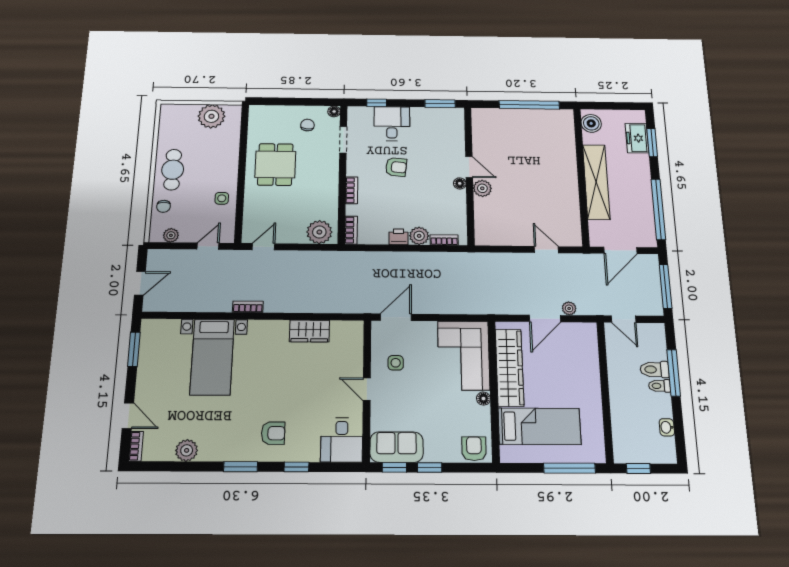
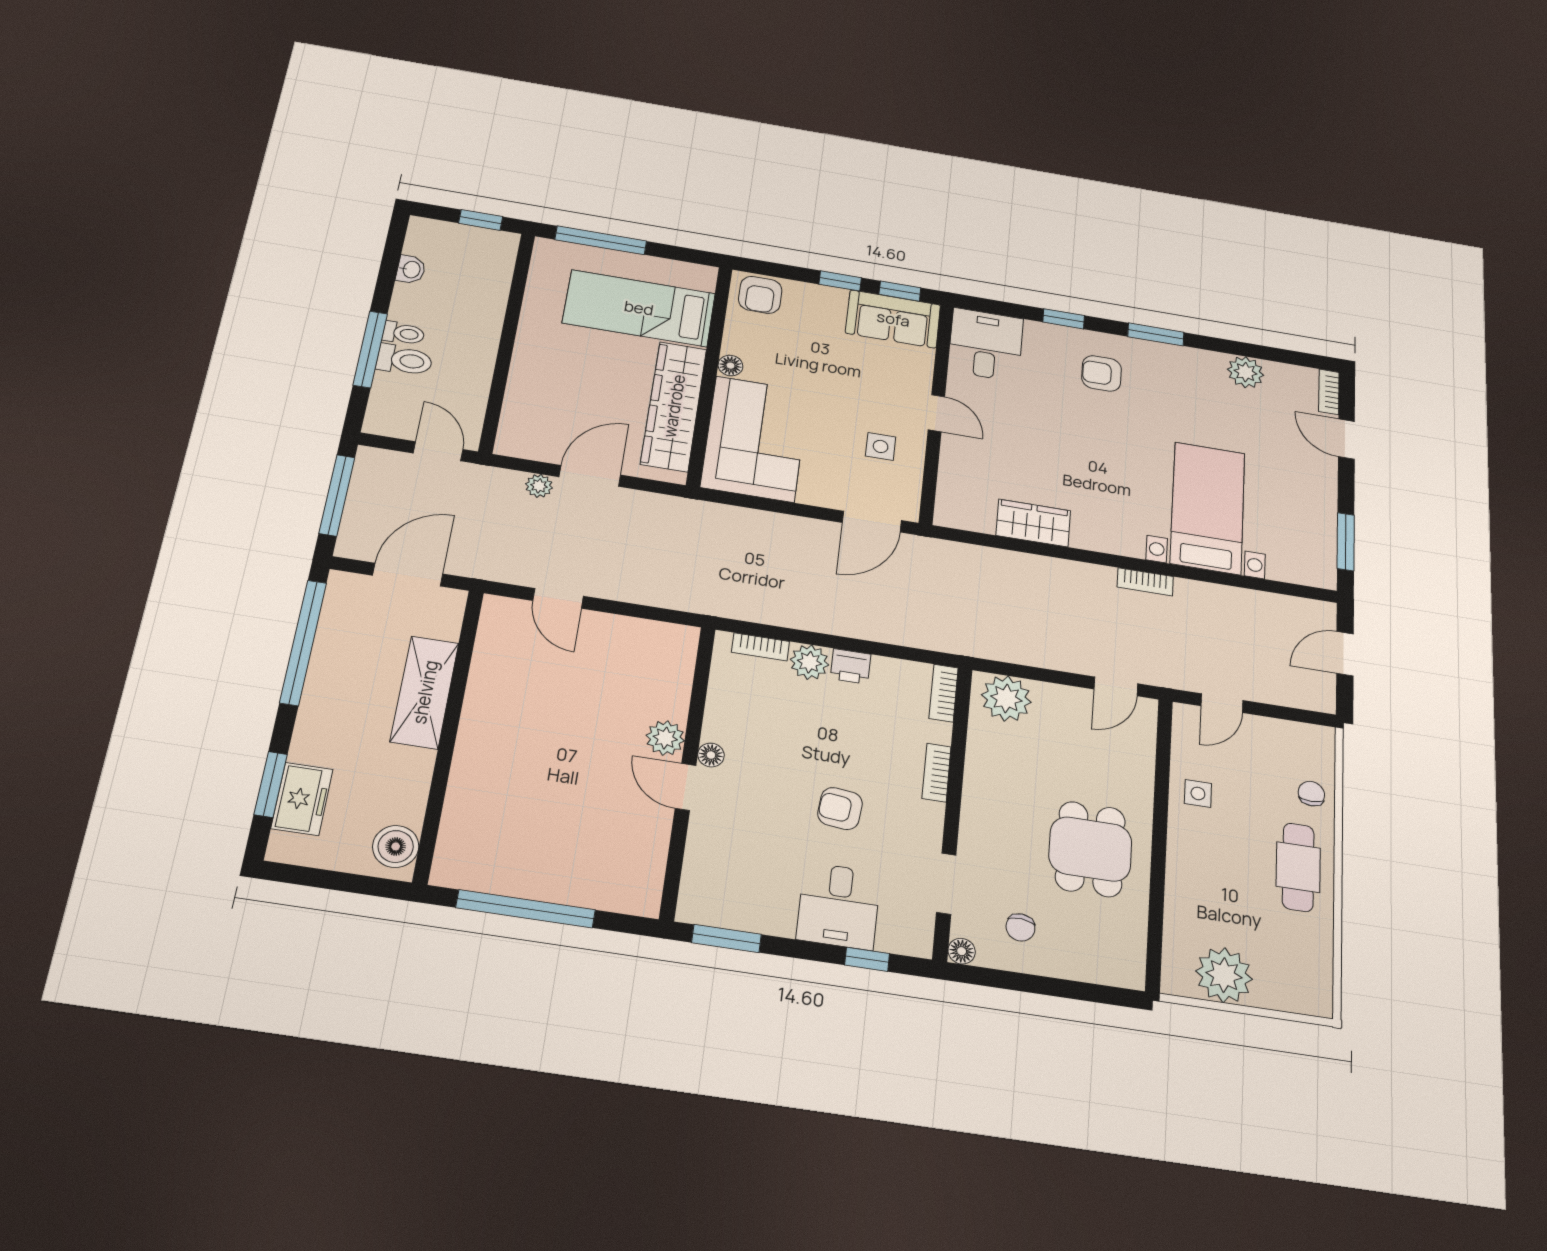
shelving: (596, 182) -> (425, 692), width x0.68
plant: (171, 235) -> (1293, 734), removed

